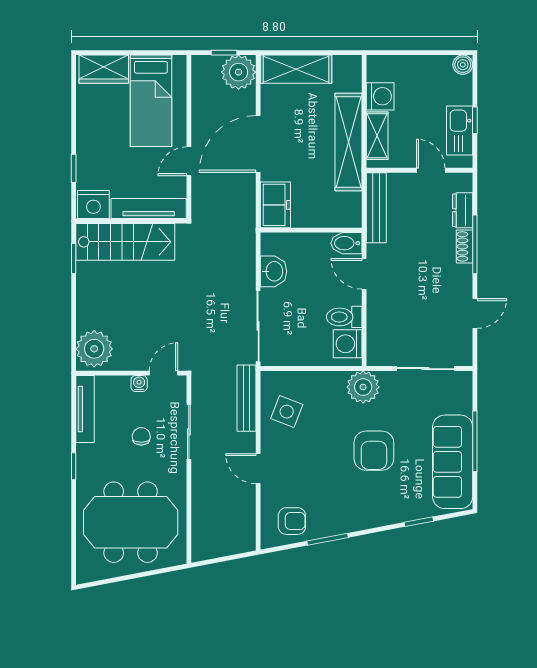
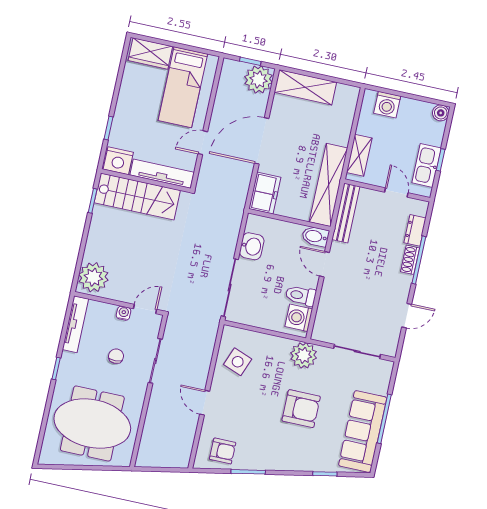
washing machine: (380, 96) -> (387, 105), moved, turned 90
shelving: (348, 142) -> (328, 185), moved
bench: (246, 398) -> (208, 344), removed
armchair: (374, 451) -> (301, 409), turned -90

